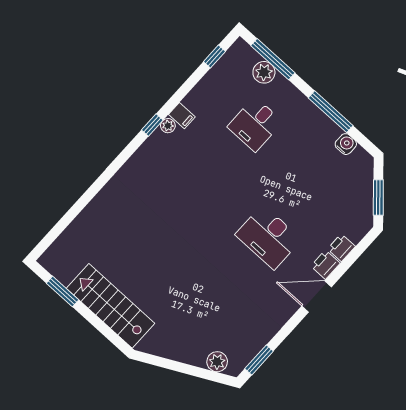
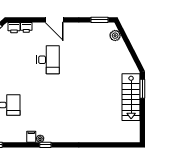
printer: (325, 265) -> (14, 28), moved
window: (62, 291) -> (142, 89), moved

